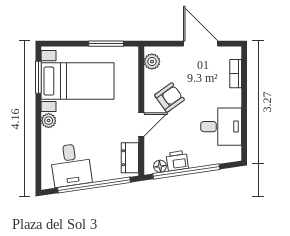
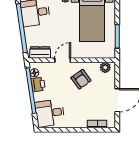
door: (141, 124) -> (63, 60), swing flipped
desk: (221, 127) -> (50, 113), moved, turned 82

